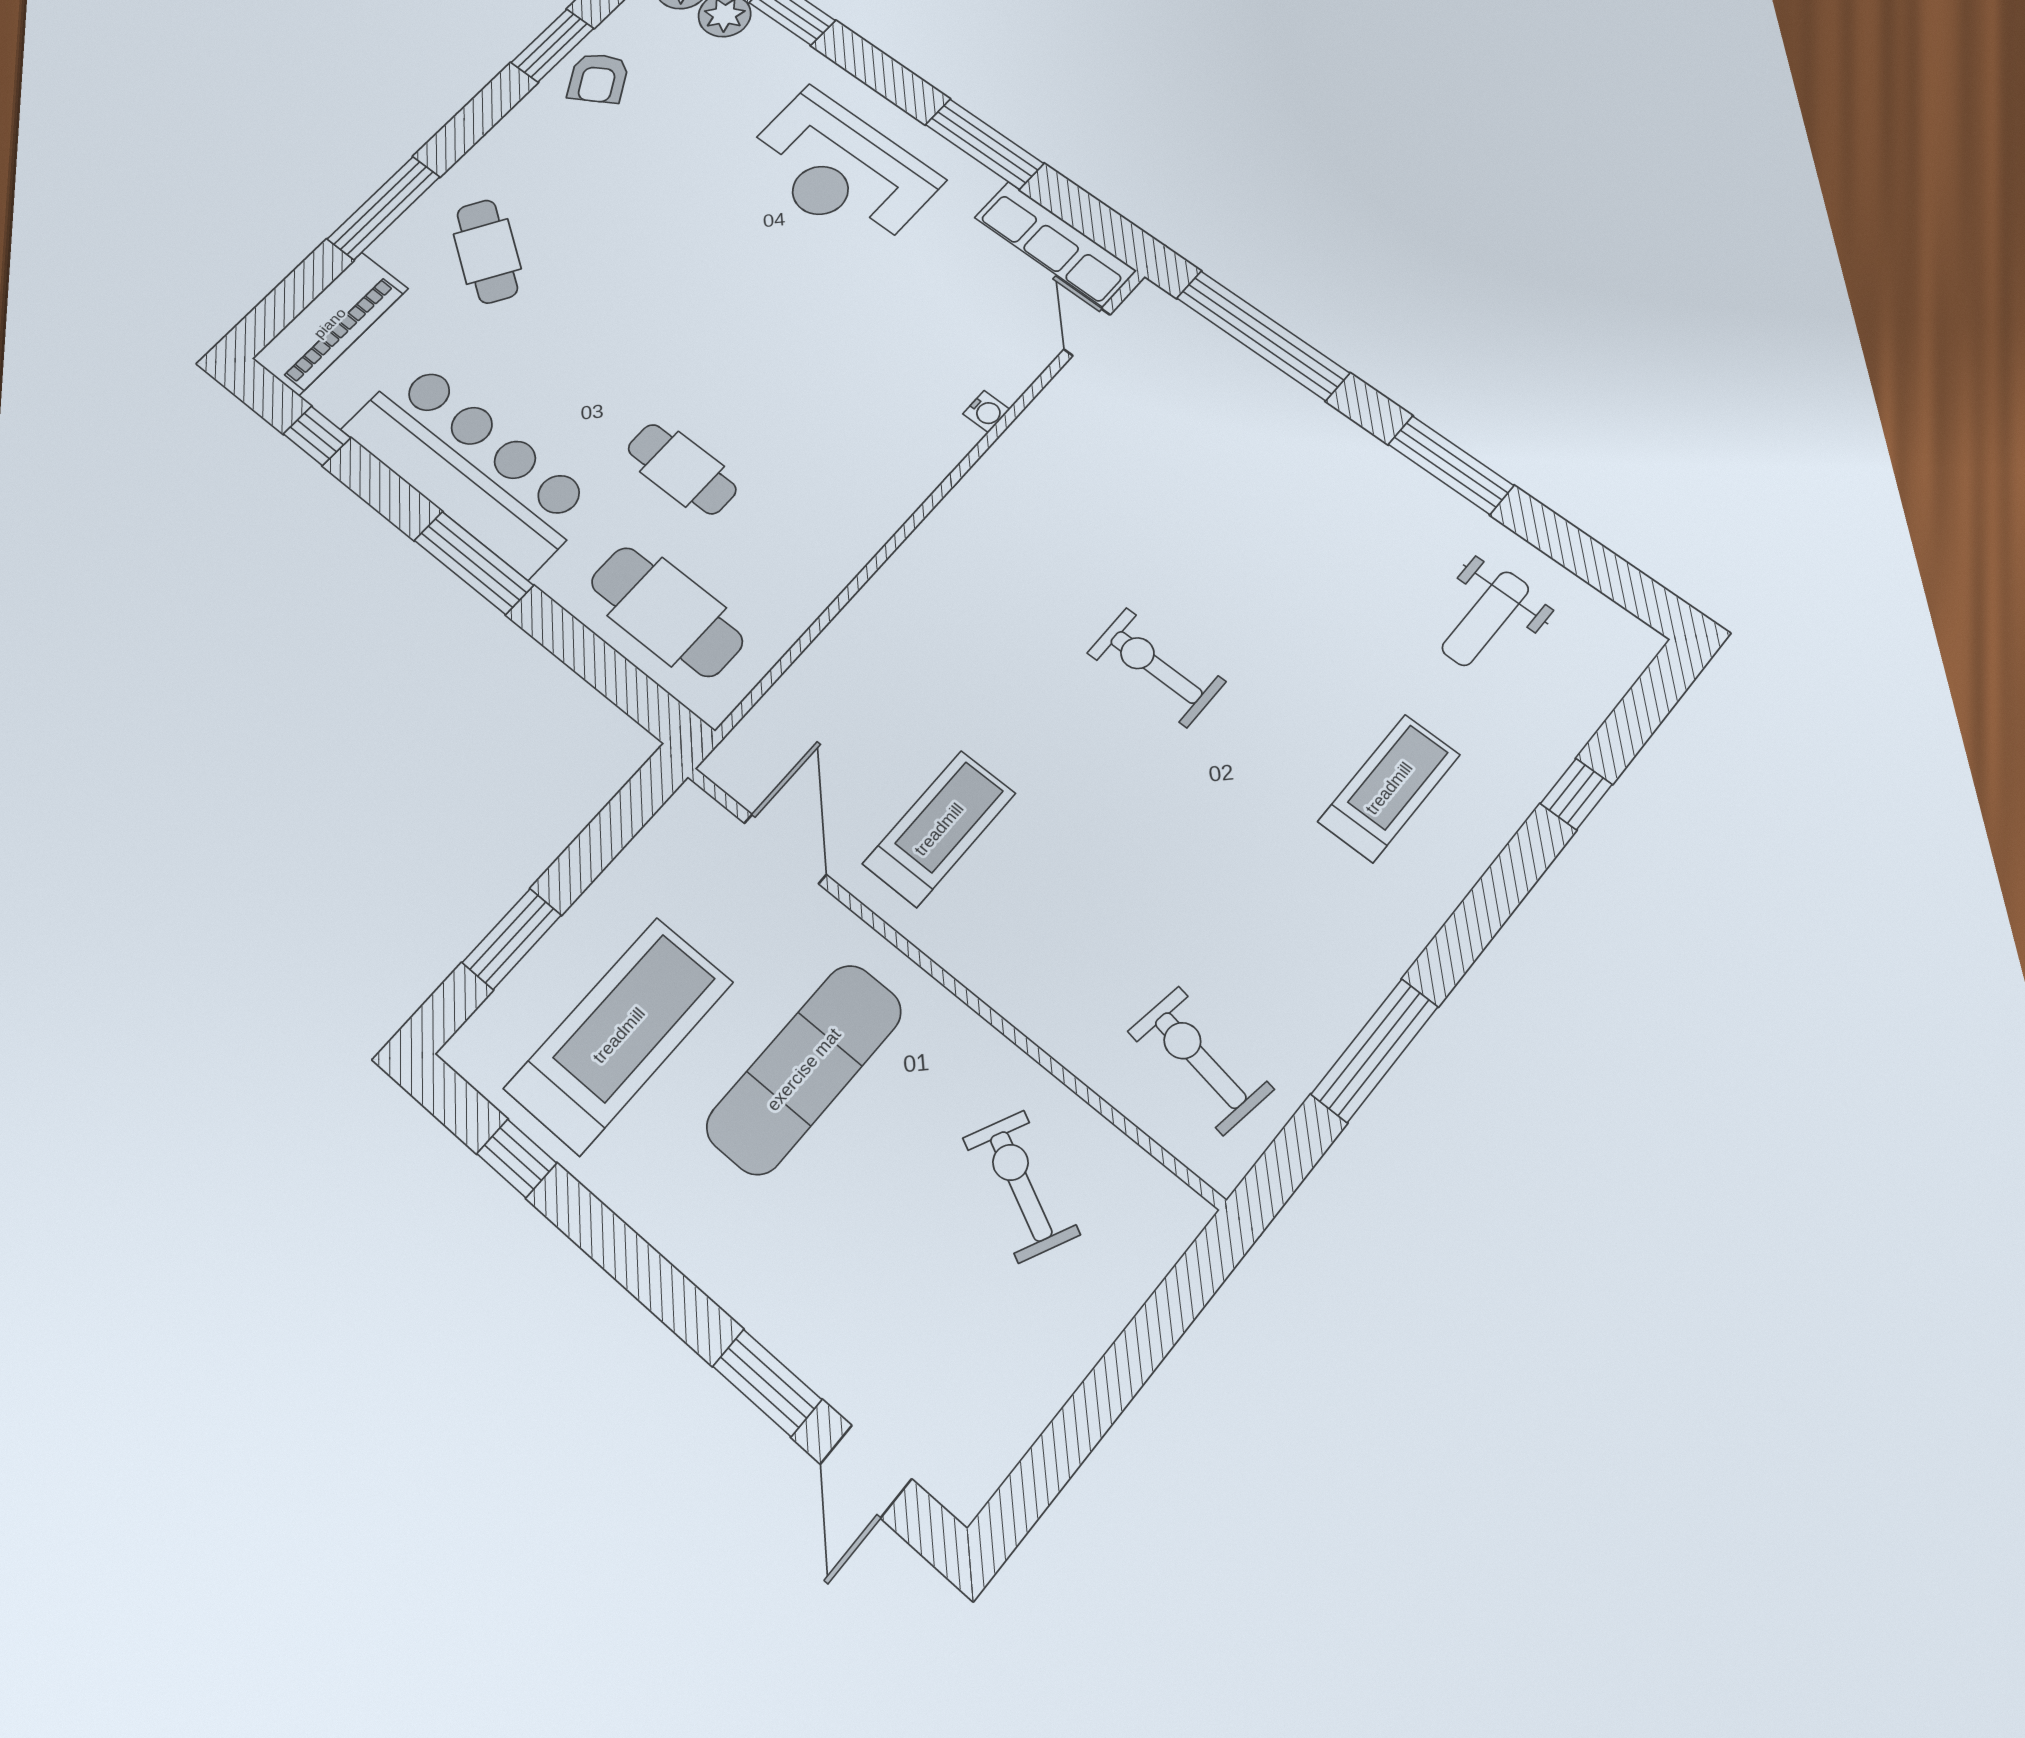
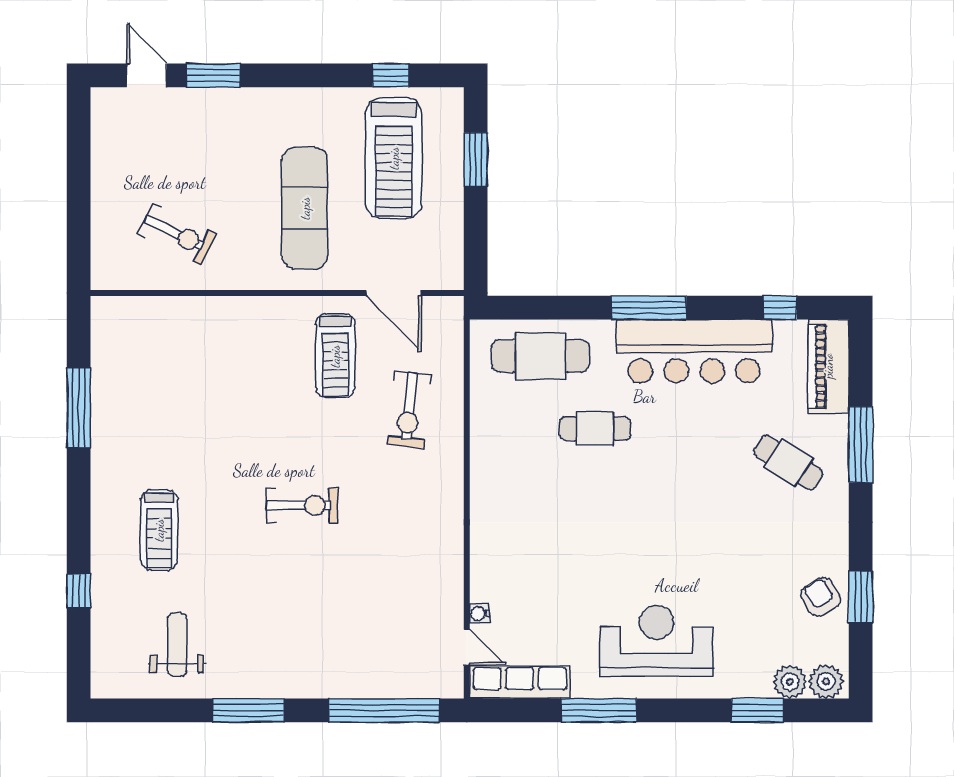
water cooler: (986, 412) -> (480, 614), moved
exercise bike: (1201, 1060) -> (409, 410), moved, turned 87

